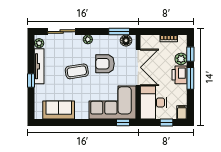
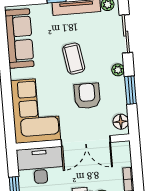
window: (119, 32) -> (130, 90), moved
sofa: (59, 110) -> (19, 38), width x1.36
window: (123, 123) -> (10, 127), removed

